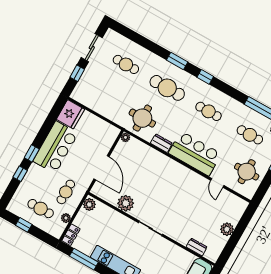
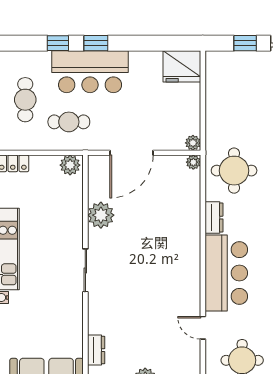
bar counter: (56, 147) -> (90, 72), moved
door: (217, 183) -> (203, 328), hinge flipped
plant: (66, 218) -> (193, 143), moved

